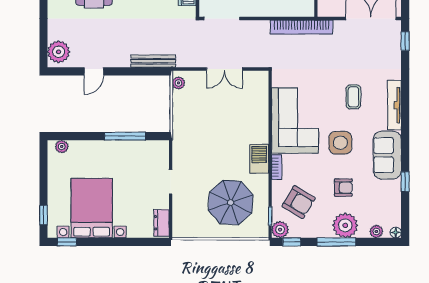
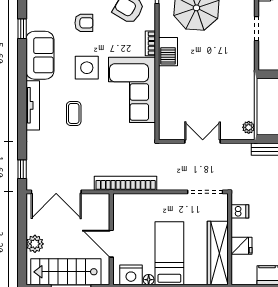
armchair: (343, 188) -> (84, 23), turned 180

